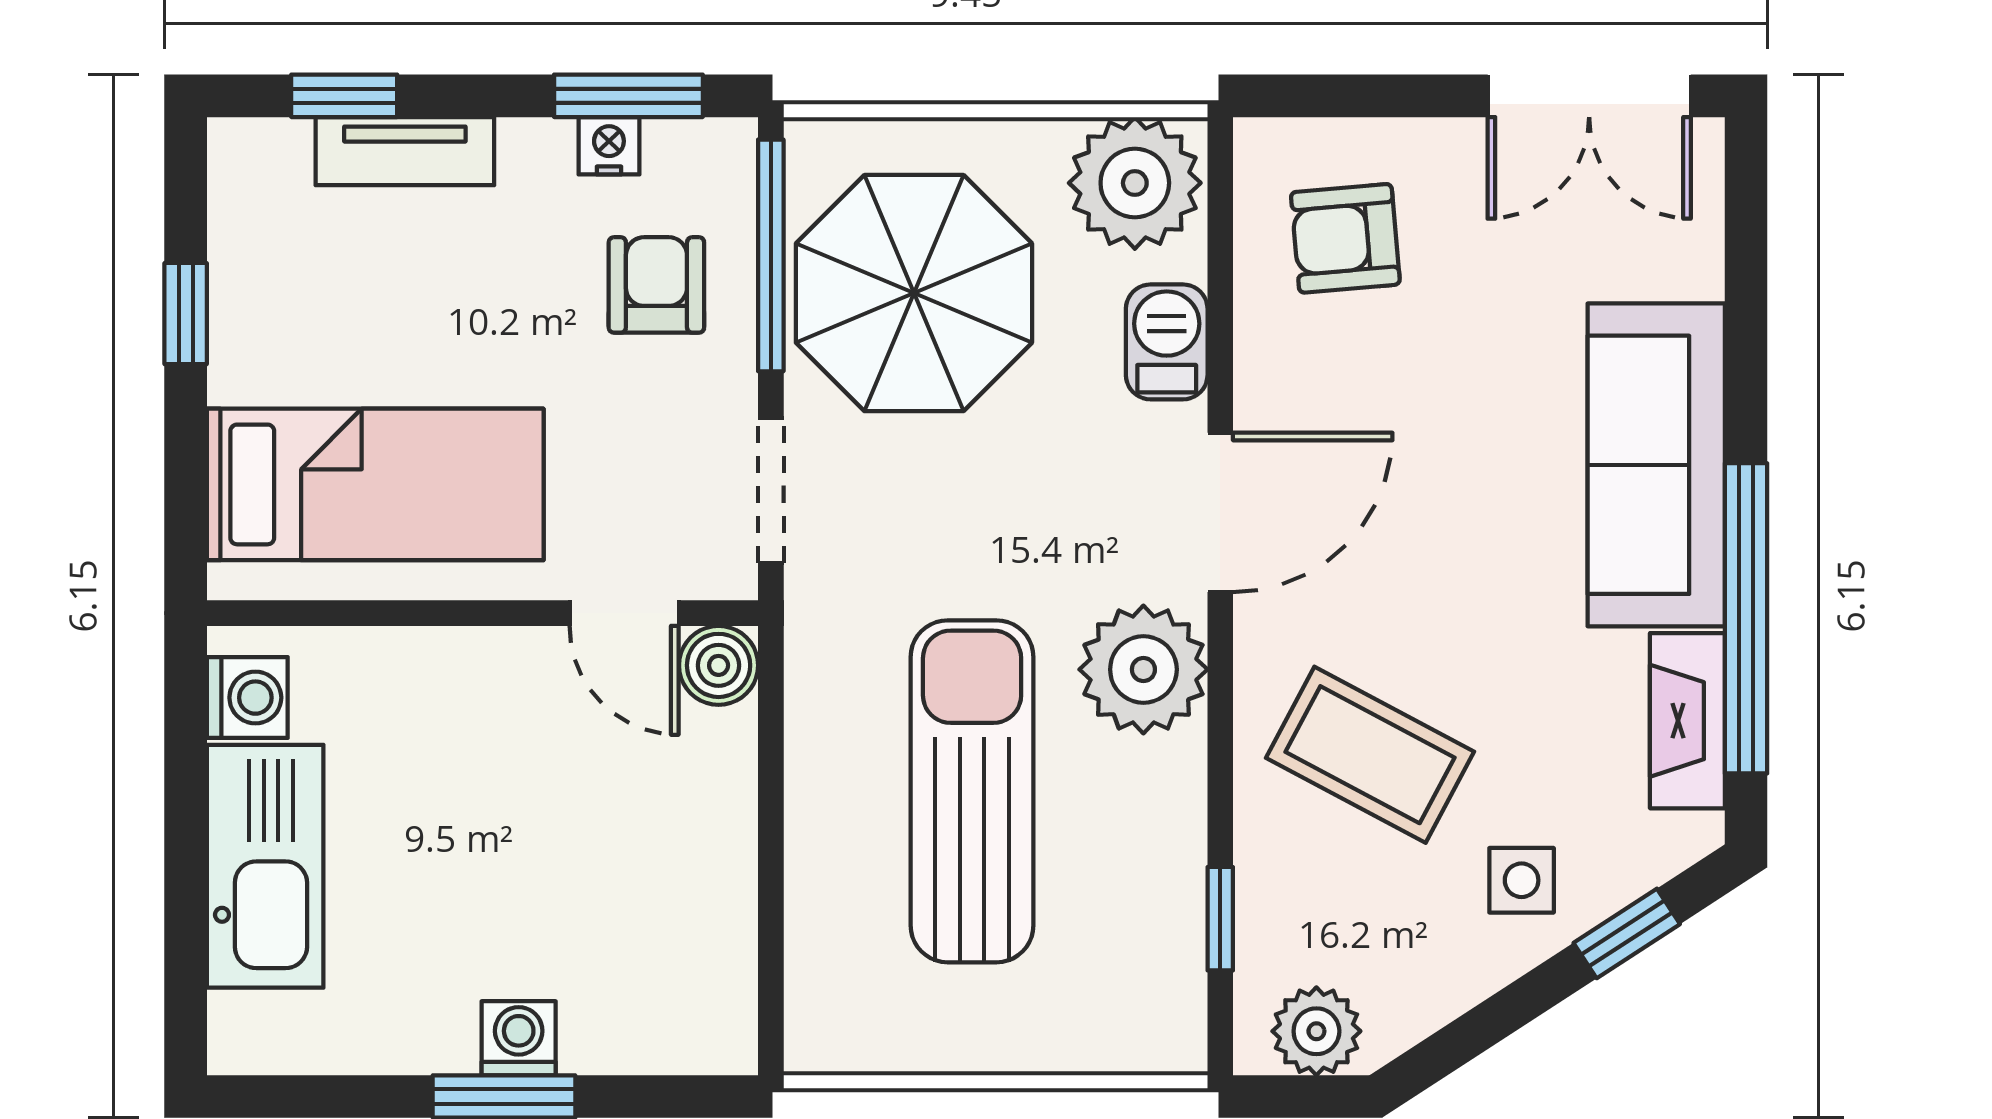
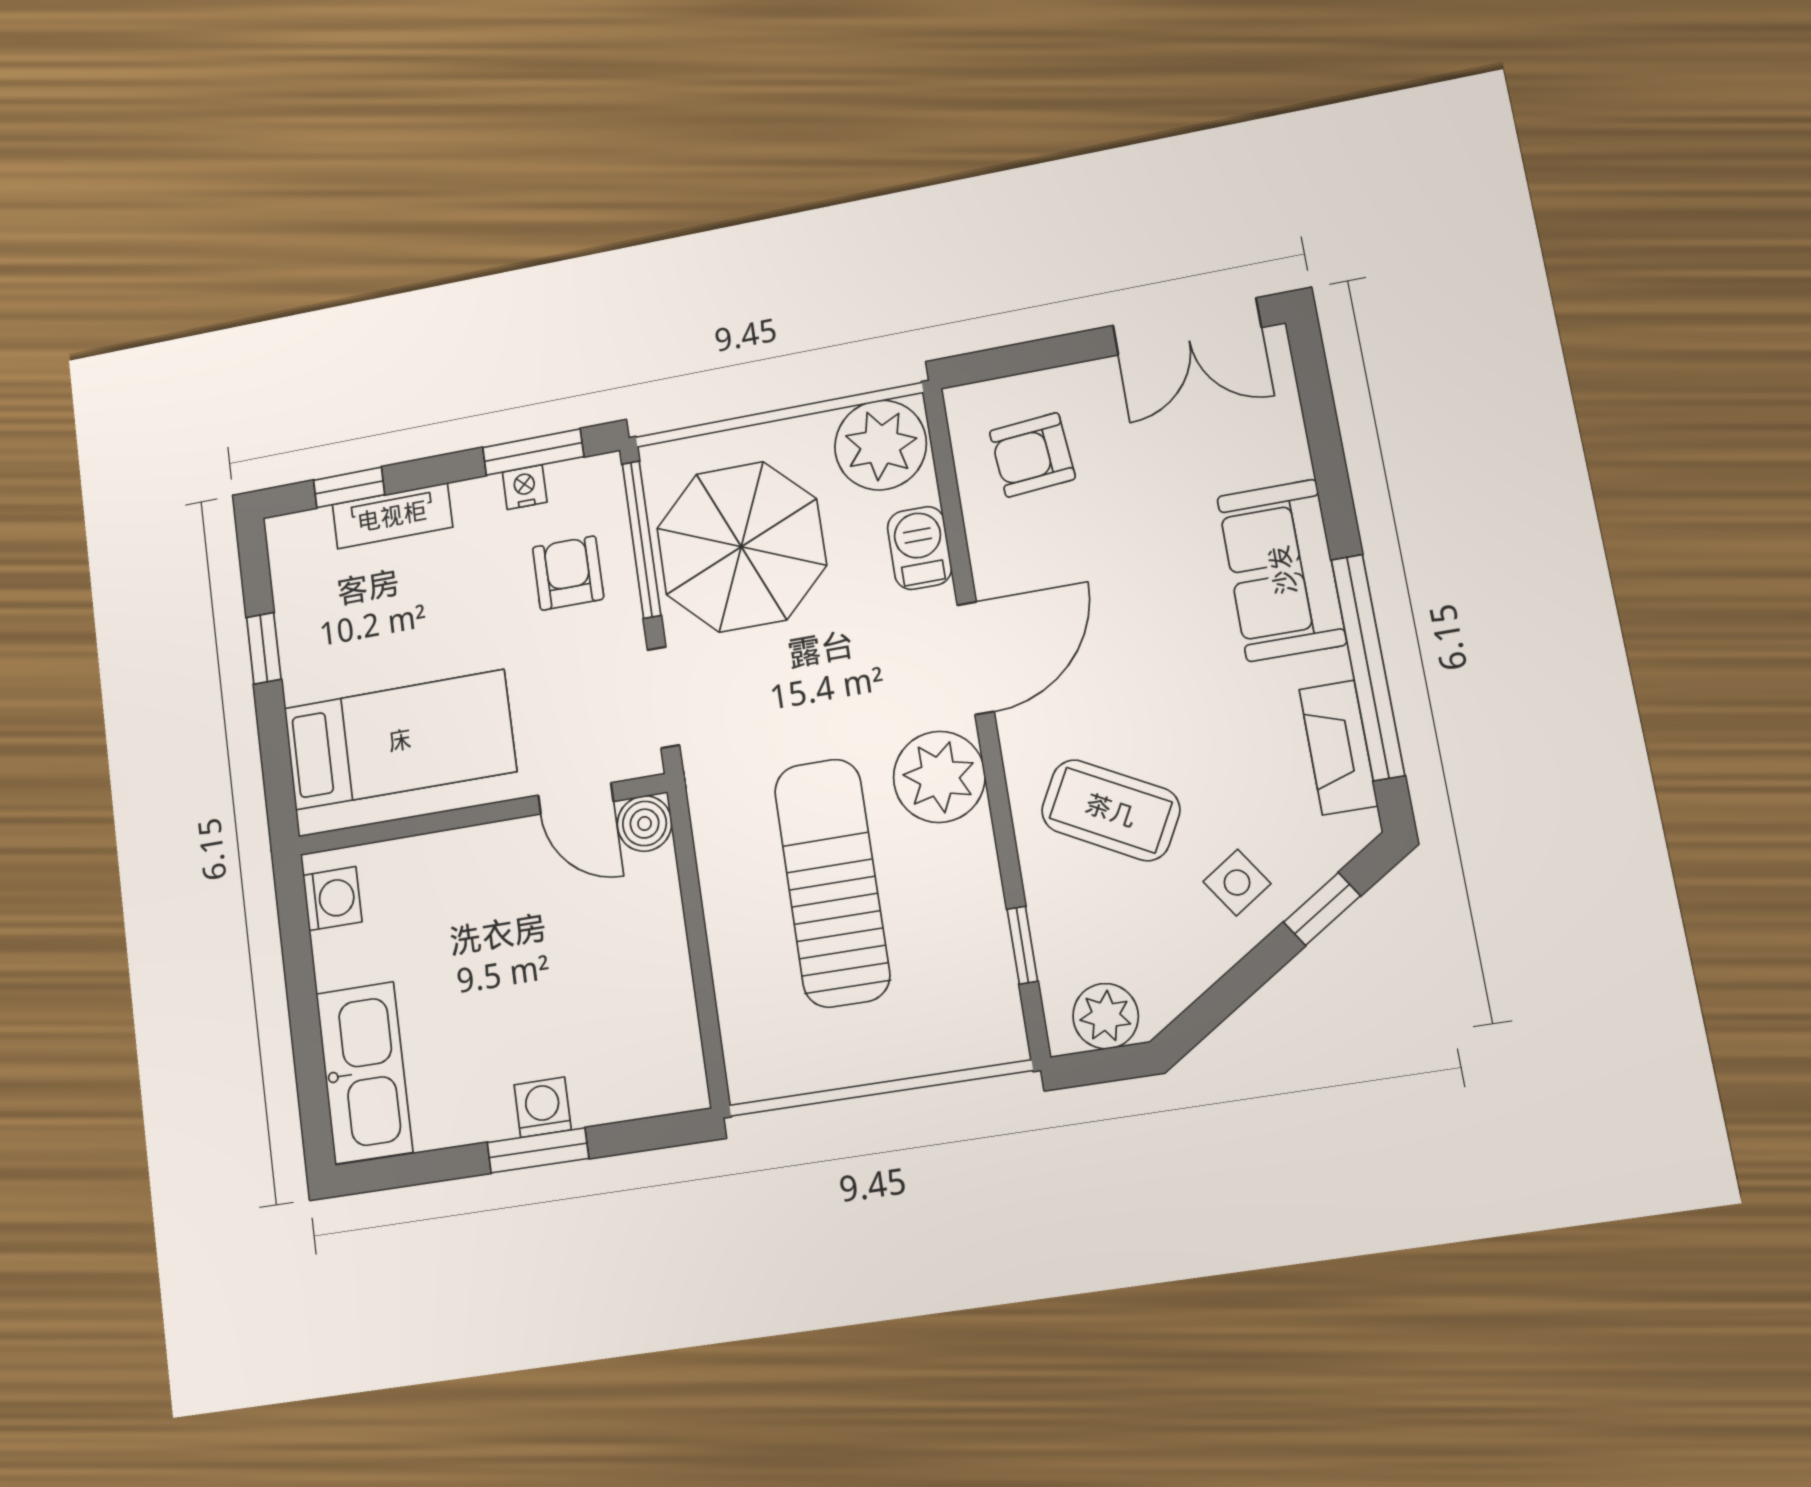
sofa: (1656, 465) -> (1282, 570), width x0.73
kitchen sink: (265, 866) -> (364, 1073), moved
side table: (1522, 880) -> (1237, 883), turned -34

